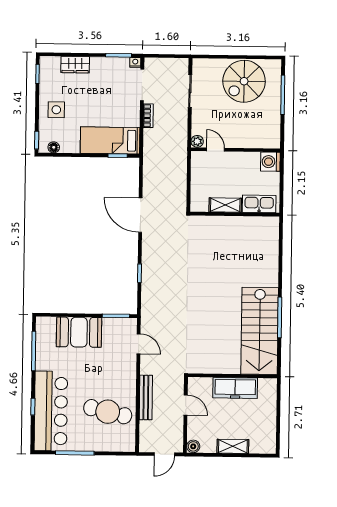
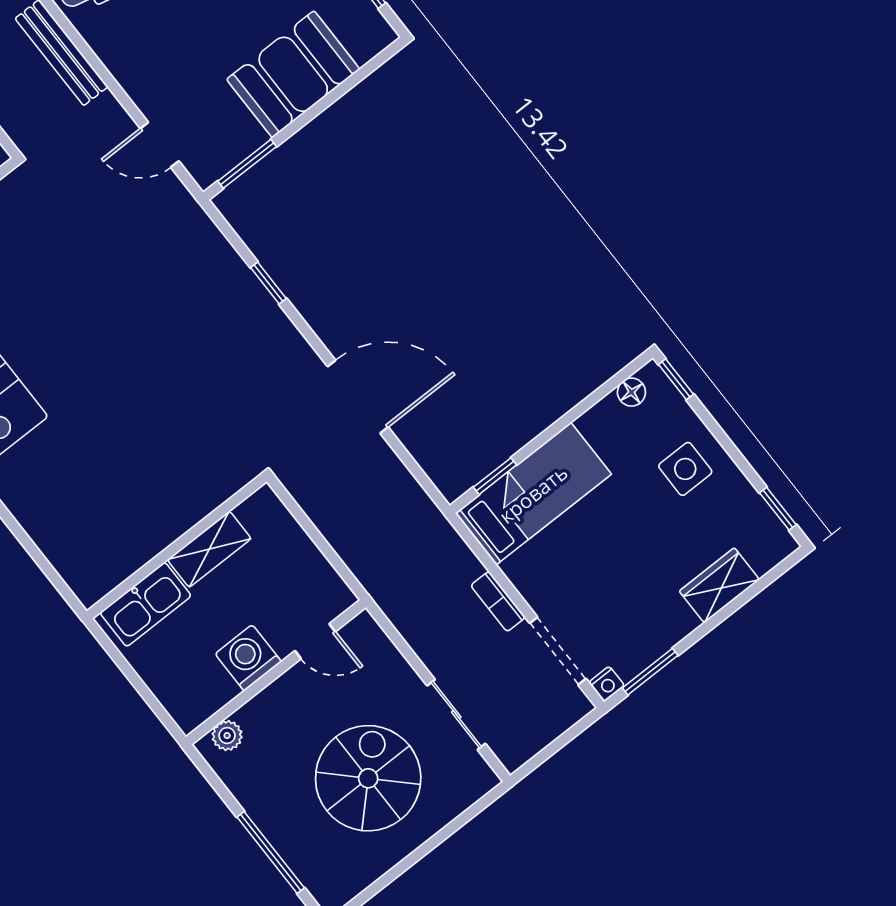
spiral stairs: (244, 81) -> (368, 778), moved
plant: (197, 141) -> (227, 736), moved
washing machine: (270, 162) -> (248, 658), moved, turned -90

